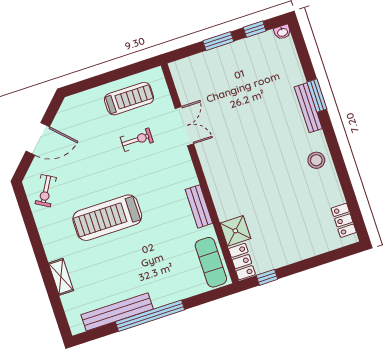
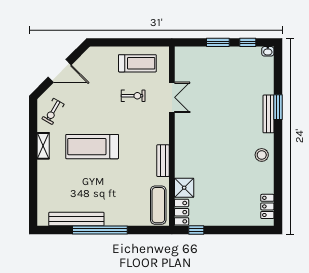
shelving: (61, 277) -> (43, 146), moved

